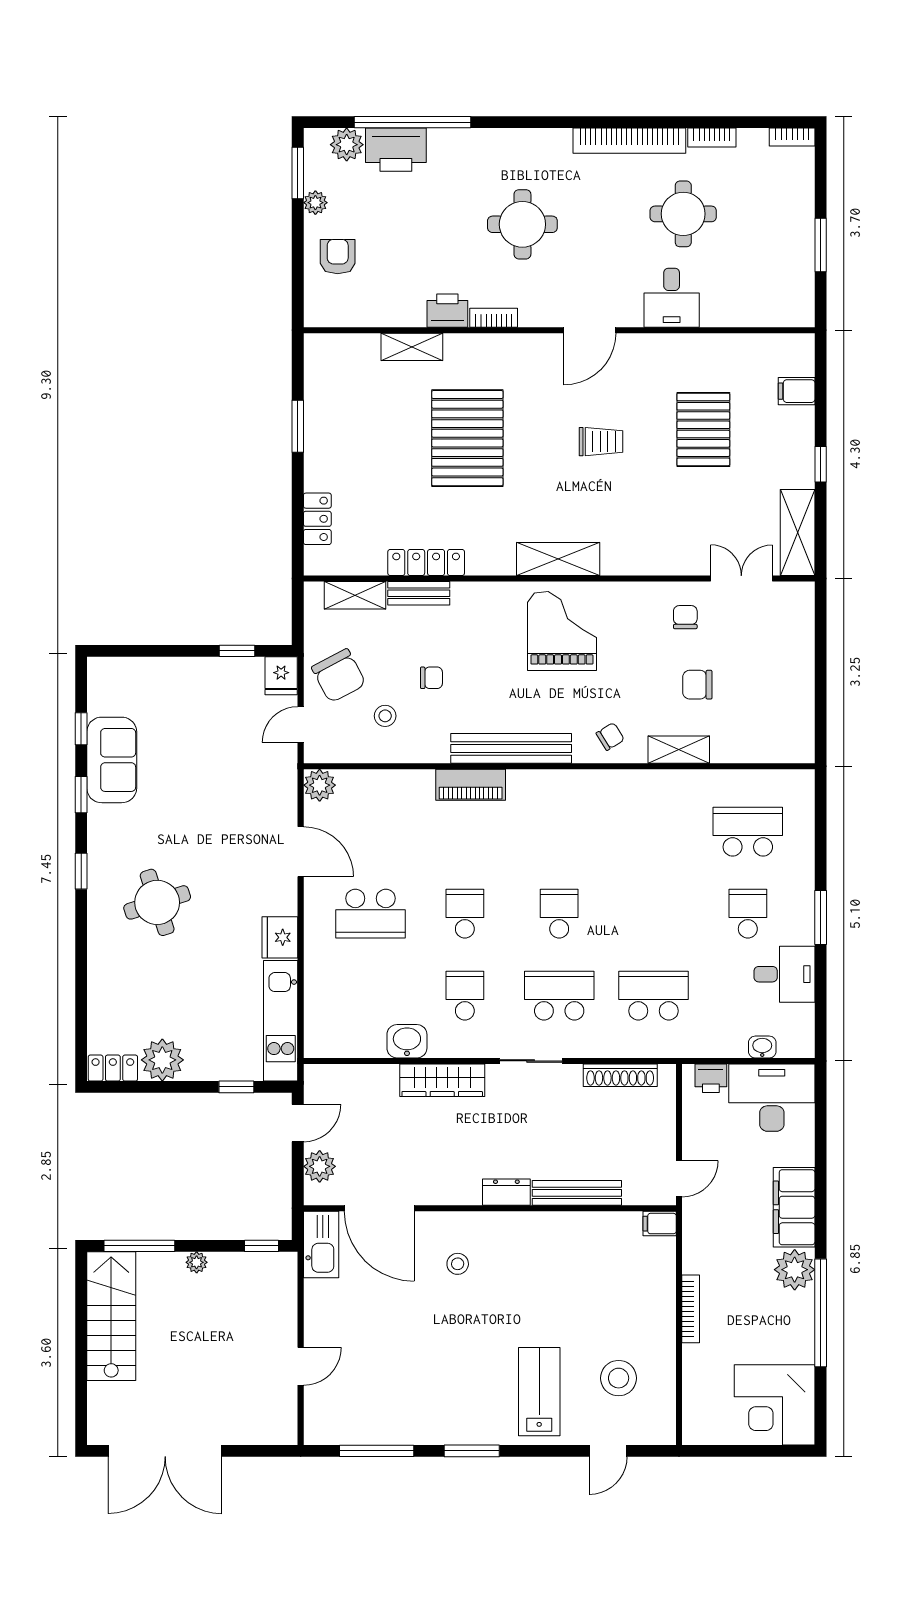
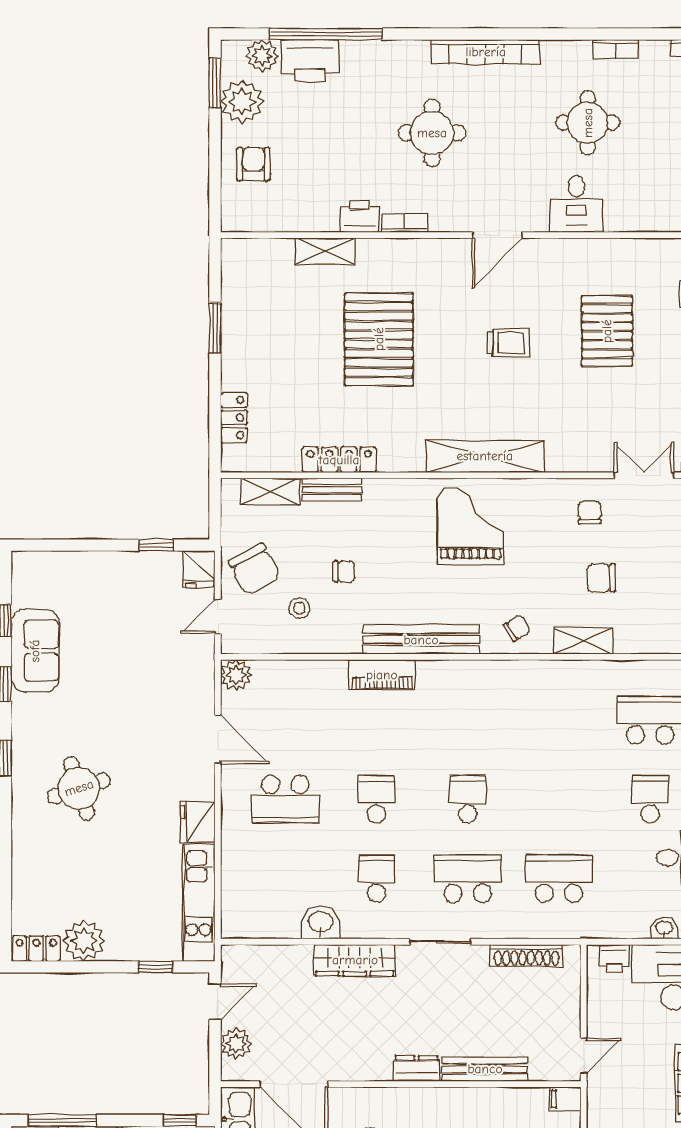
bookcase: (629, 141) -> (486, 52), moved
plant: (315, 203) -> (242, 102), width x1.87, depth x1.87
shelving: (558, 559) -> (485, 456), width x1.47

